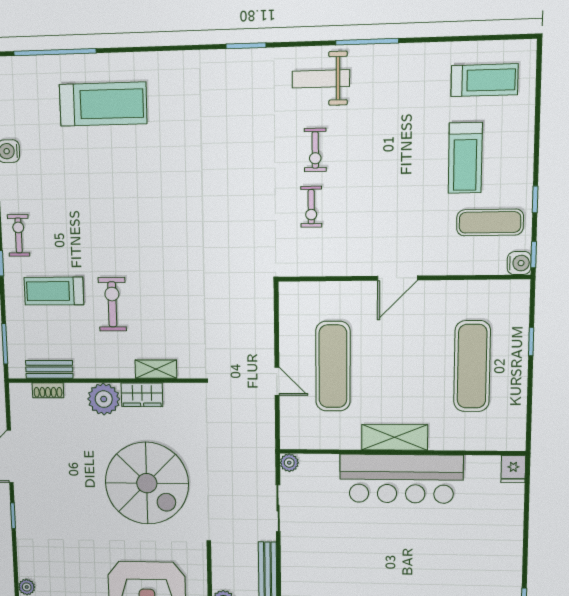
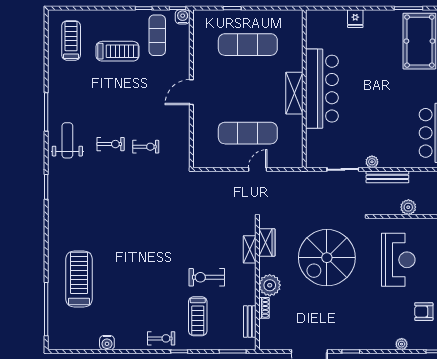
weight bench: (321, 79) -> (67, 140), turned 180
exercise bike: (19, 235) -> (161, 338), turned 180
door: (398, 278) -> (191, 92), swing flipped
shoe rack: (48, 390) -> (264, 308), moved
wardrobe: (142, 395) -> (267, 242), moved
plant: (289, 463) -> (372, 162), moved
fridge: (513, 469) -> (355, 19), moved, turned 90
spiral stairs: (147, 483) -> (327, 258), turned 180

